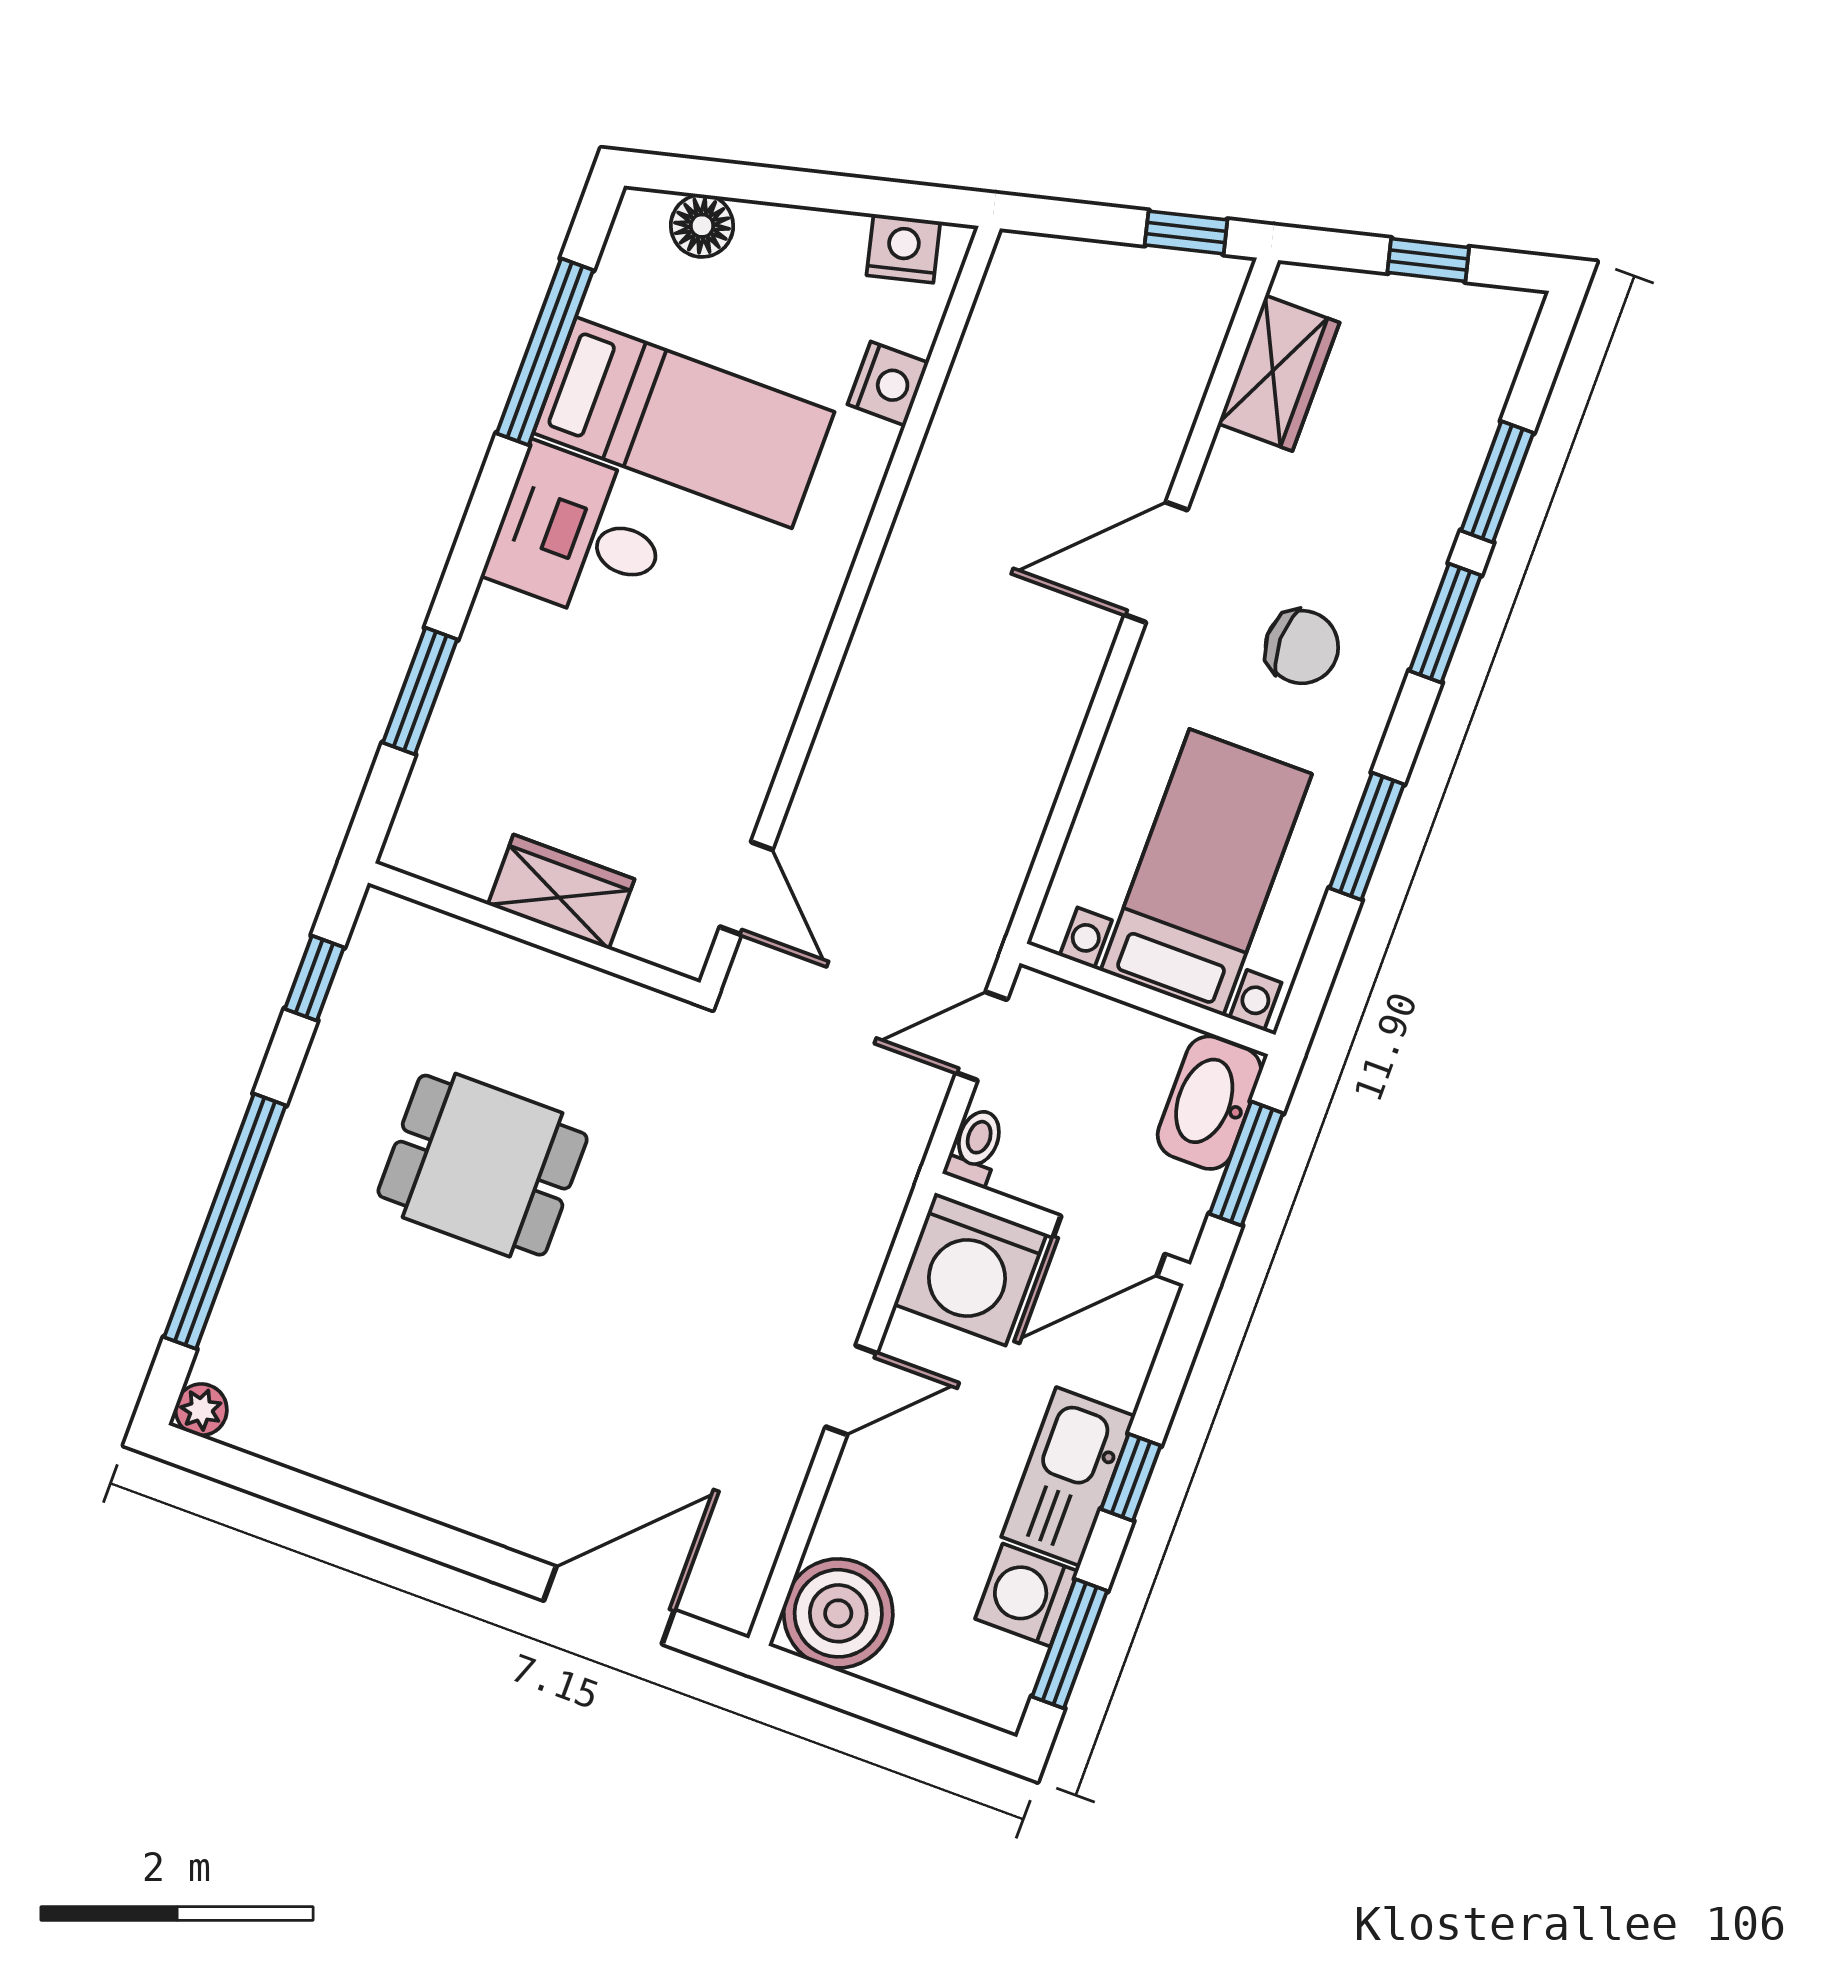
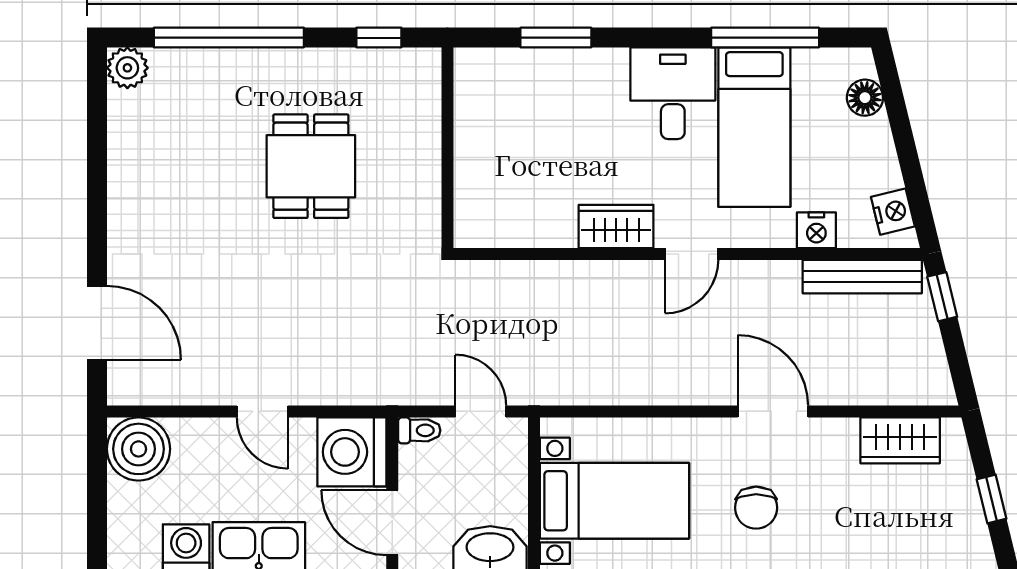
window: (1186, 232) -> (942, 297), moved
bench: (991, 337) -> (862, 277), added
door: (746, 888) -> (692, 254), moved
wardrobe: (561, 892) -> (616, 226), moved, turned -90
plant: (201, 1410) -> (127, 68), width x1.38, depth x1.38

